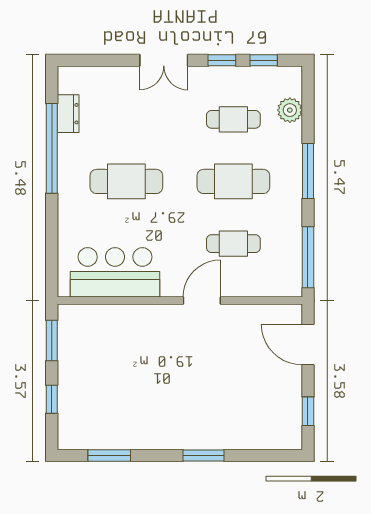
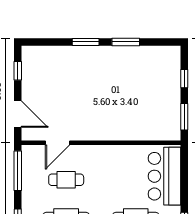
bar counter: (115, 272) -> (164, 176), moved, turned 90
door: (202, 301) -> (57, 143), moved
window: (109, 456) -> (126, 42), moved

